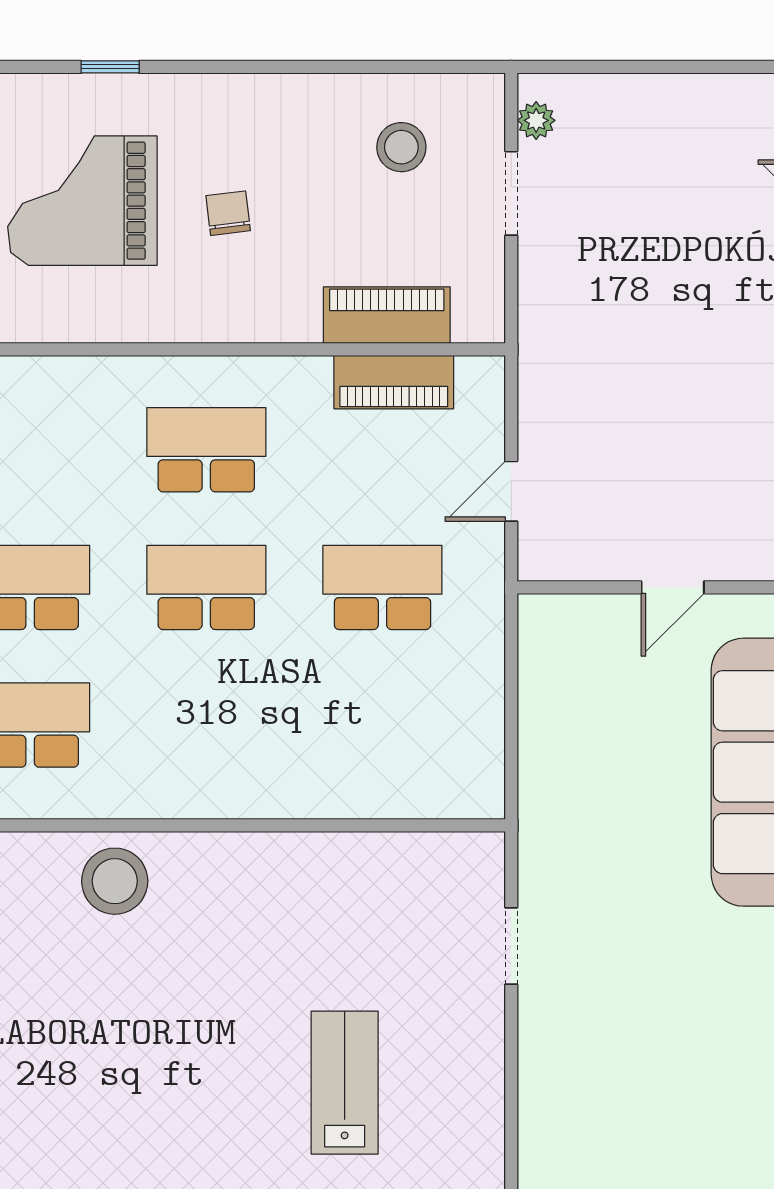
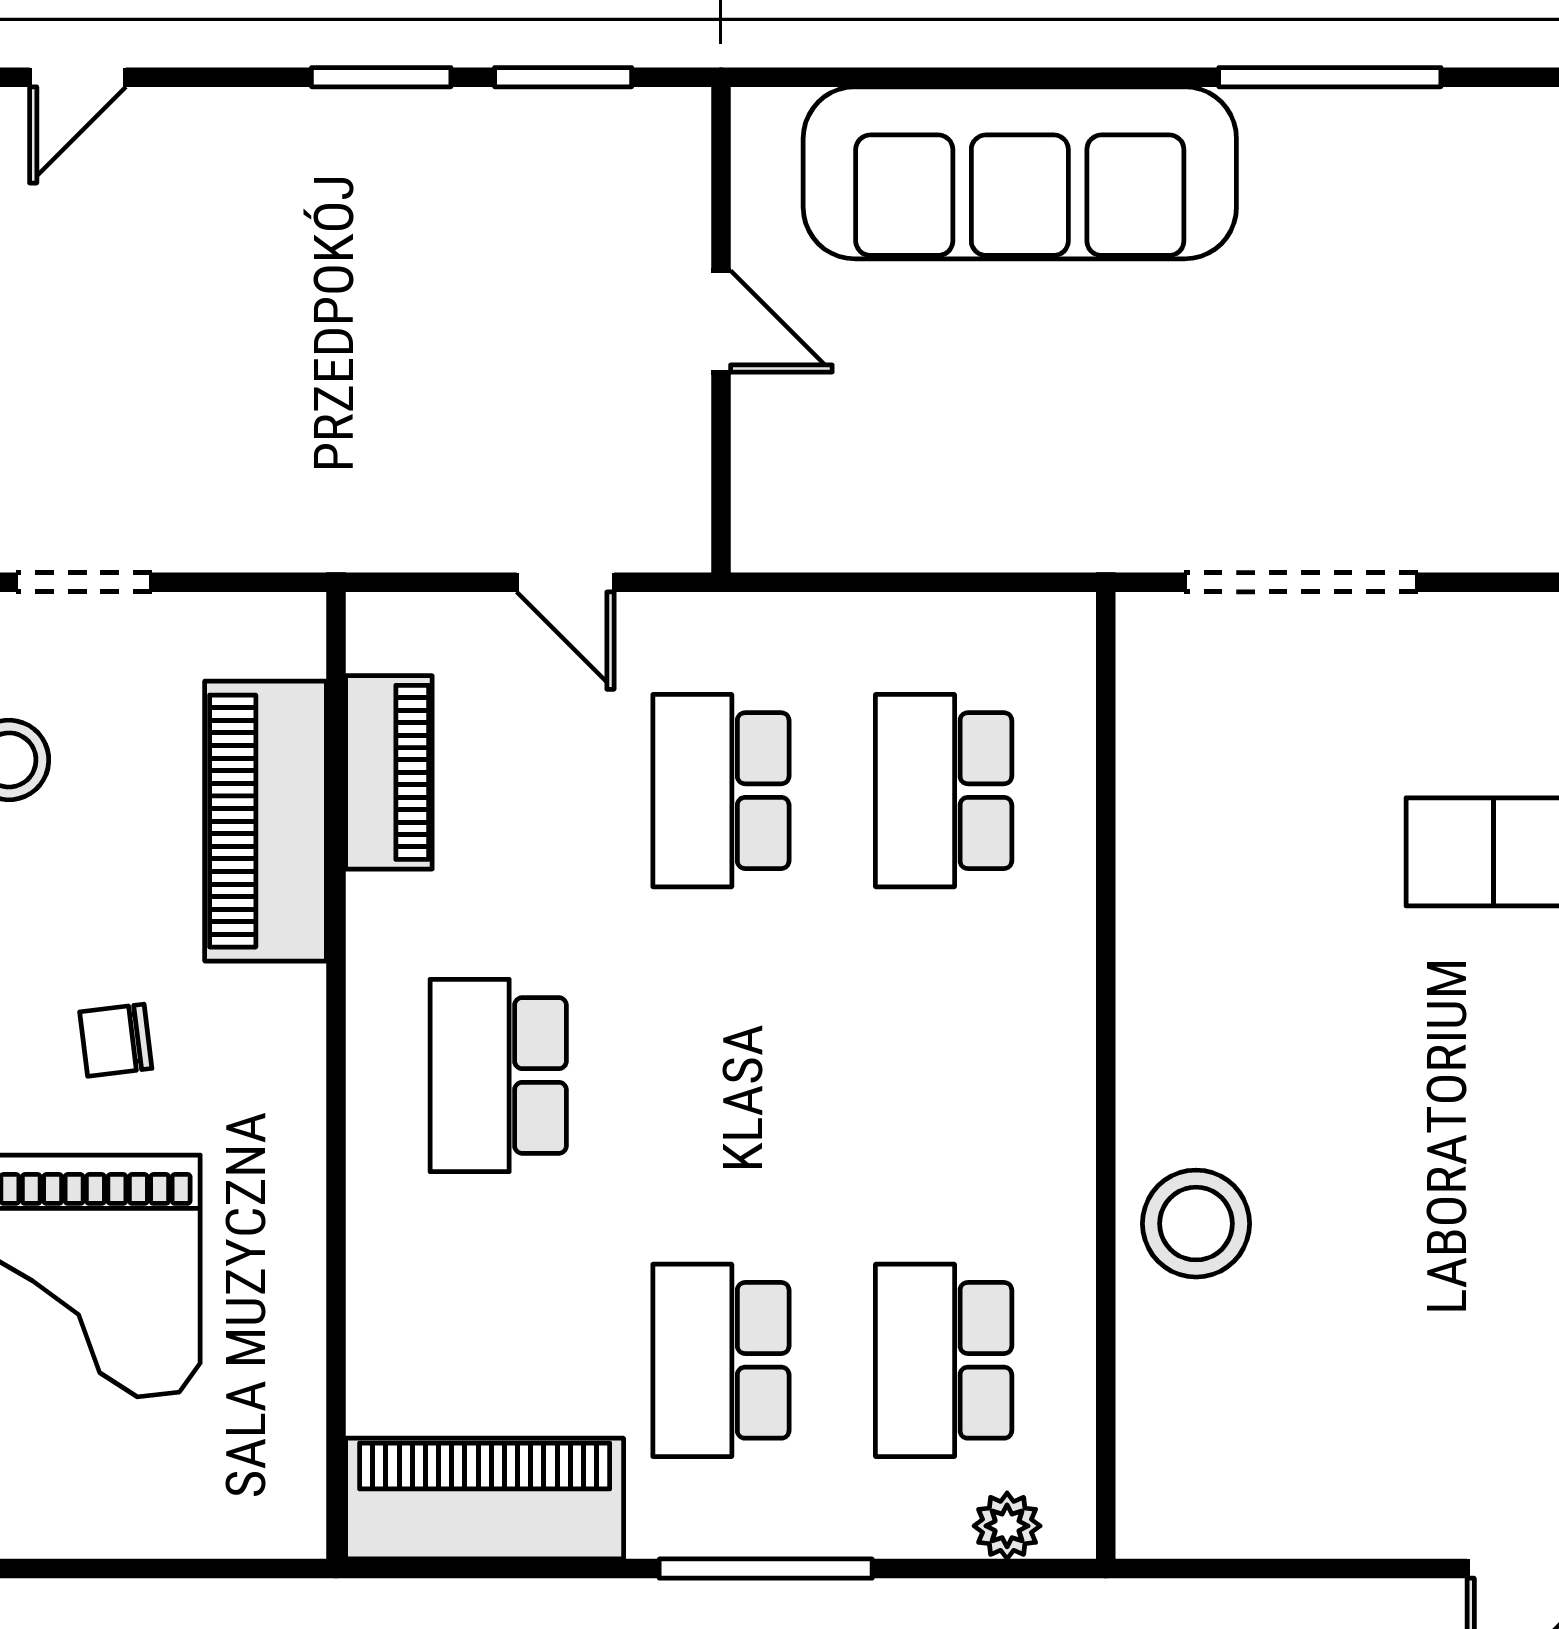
piano: (387, 315) -> (266, 821), width x1.37, depth x1.33
school desk: (206, 587) -> (944, 791), moved
doorway: (511, 946) -> (1301, 582), width x1.88

